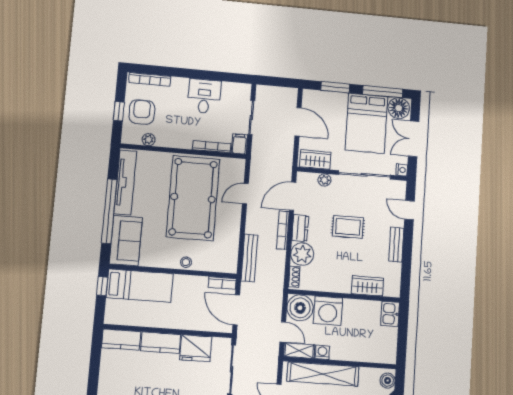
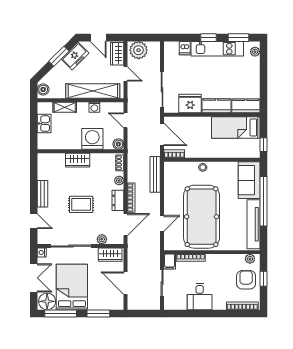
armchair: (142, 112) -> (246, 280), turned 180
plant: (149, 140) -> (250, 259), moved
plant: (302, 254) -> (119, 181), width x0.53, depth x0.53
bed: (140, 286) -> (236, 127), moved
wardrobe: (367, 286) -> (78, 160), moved
boiler: (300, 308) -> (118, 144), width x0.54, depth x0.54
kitchen sink: (390, 314) -> (44, 124), moved
shelving: (299, 351) -> (65, 107), moved

